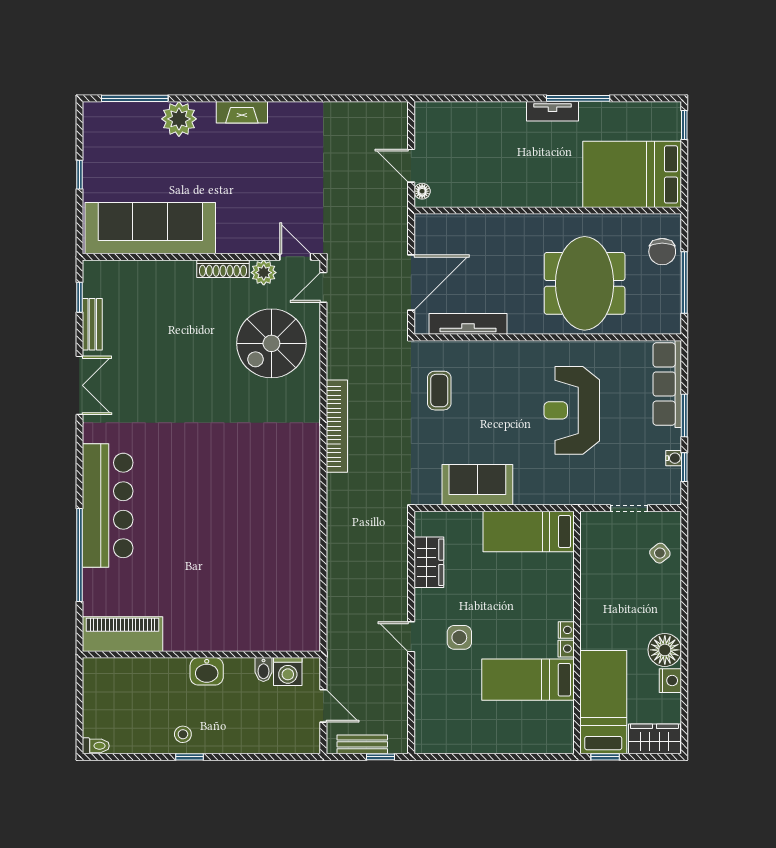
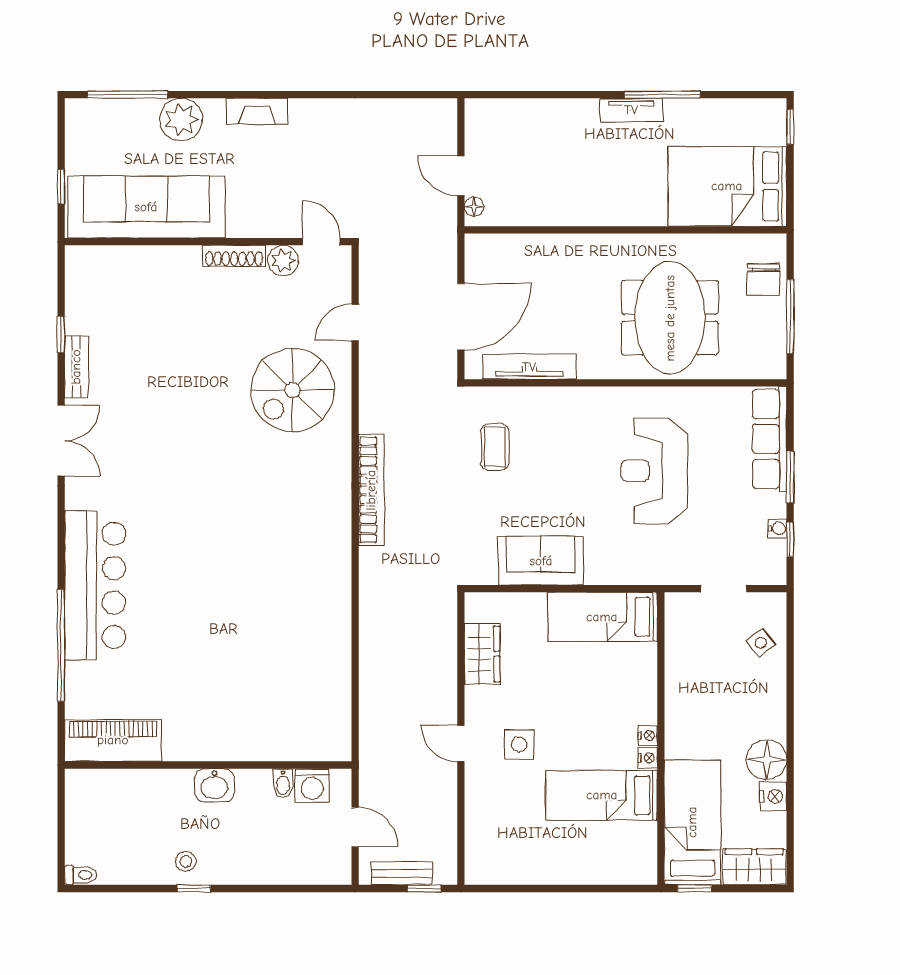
sofa: (150, 228) -> (146, 207), moved
wall: (201, 257) -> (208, 242), moved
door: (295, 257) -> (321, 242), moved
shoe rack: (223, 269) -> (234, 256), moved
plant: (264, 273) -> (283, 261), moved

